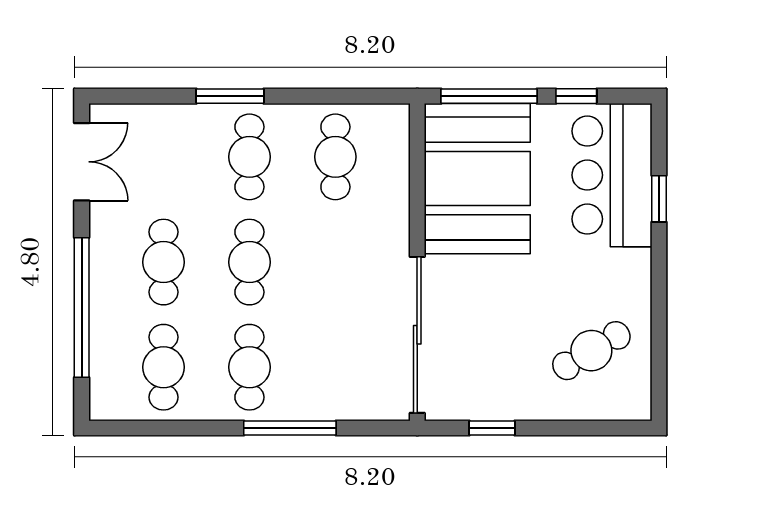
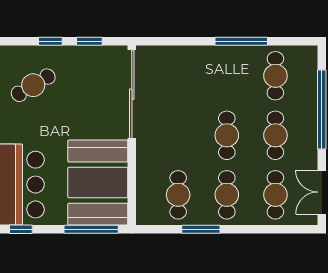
window: (230, 96) -> (201, 229), moved
window: (576, 96) -> (21, 229), moved
cafe table: (249, 367) -> (275, 195), moved
window: (290, 428) -> (241, 41), moved
window: (561, 428) -> (50, 41), added

